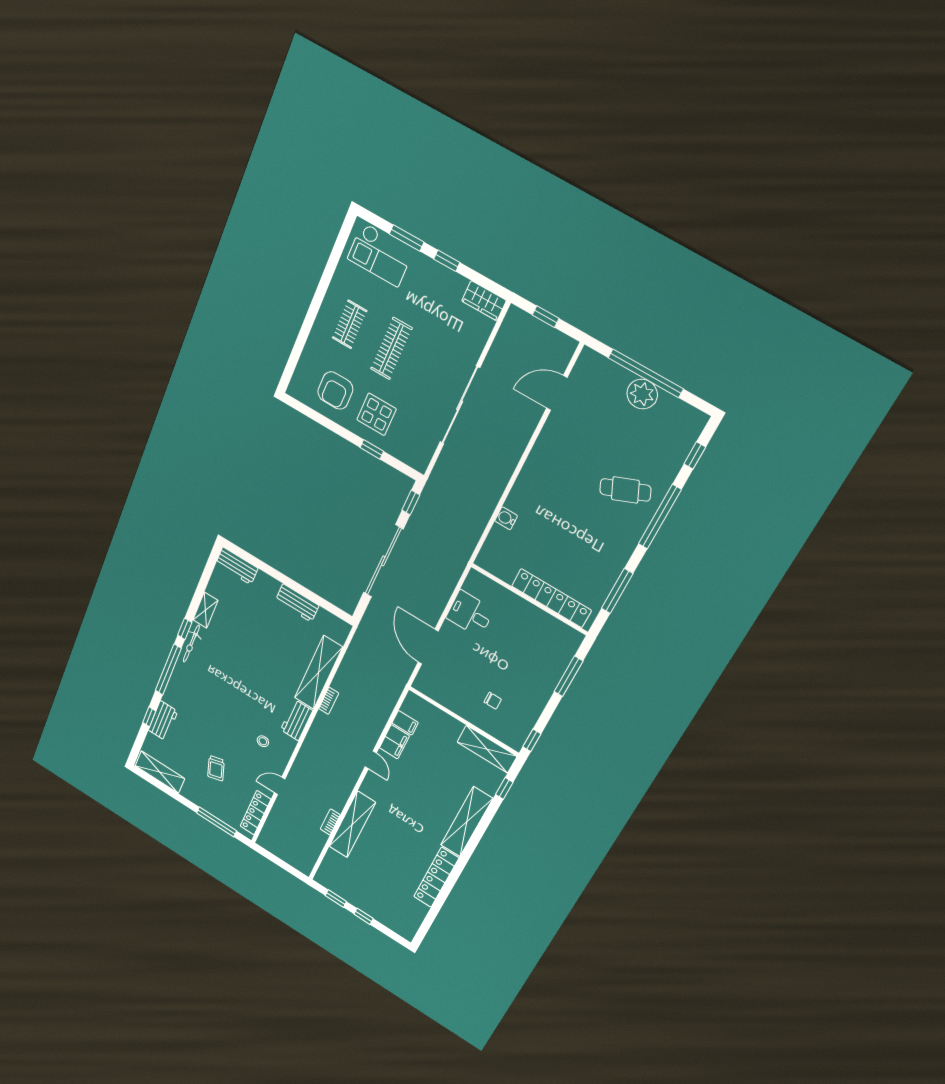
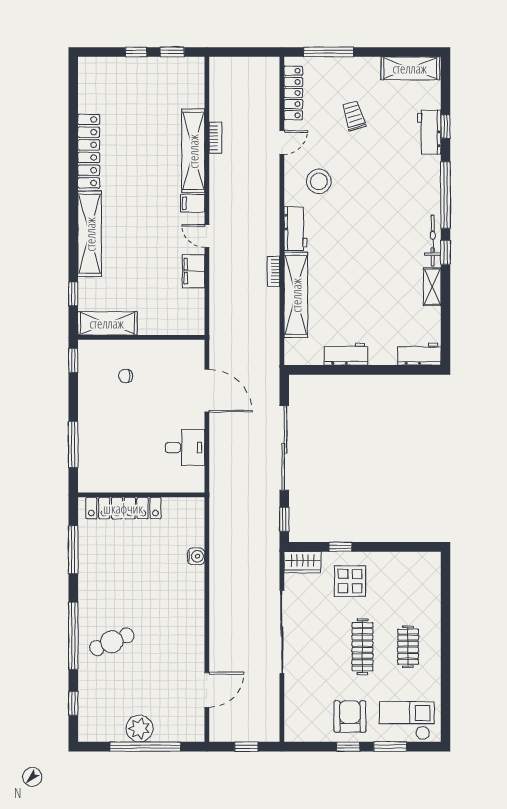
wardrobe: (484, 301) -> (302, 562), moved, turned 180
armchair: (335, 391) -> (350, 716), moved
filing cabinet: (405, 723) -> (193, 203), moved
stool: (263, 741) -> (319, 181), width x1.89, depth x1.89

